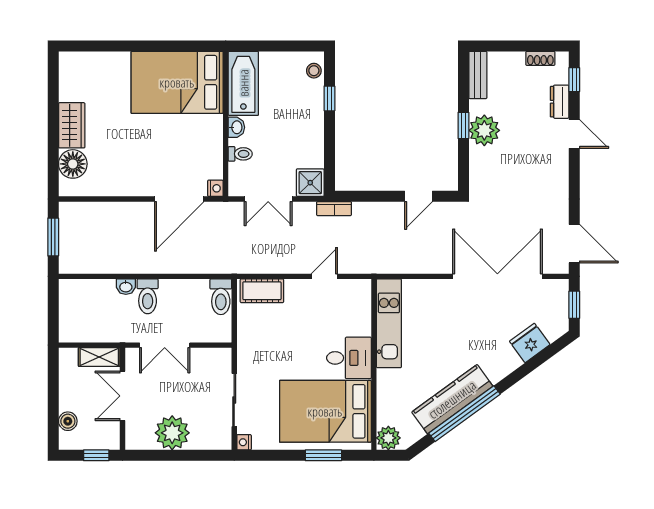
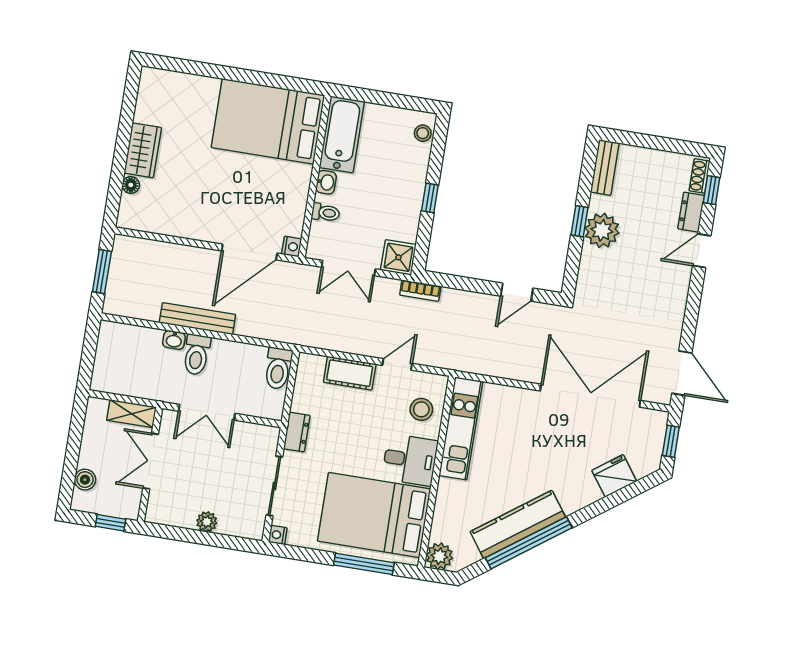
shoe rack: (540, 58) -> (700, 176), moved, turned 90
window: (329, 98) -> (430, 198), moved
door: (574, 134) -> (702, 251), swing flipped
floor lamp: (73, 164) -> (131, 185), width x0.53, depth x0.53
bench: (143, 265) -> (197, 319), added
cot: (262, 291) -> (350, 373), moved
stool: (352, 312) -> (421, 409), added
dresser: (246, 350) -> (297, 432), added
plant: (172, 433) -> (207, 522), width x0.53, depth x0.53
window: (323, 455) -> (364, 564), width x1.44

